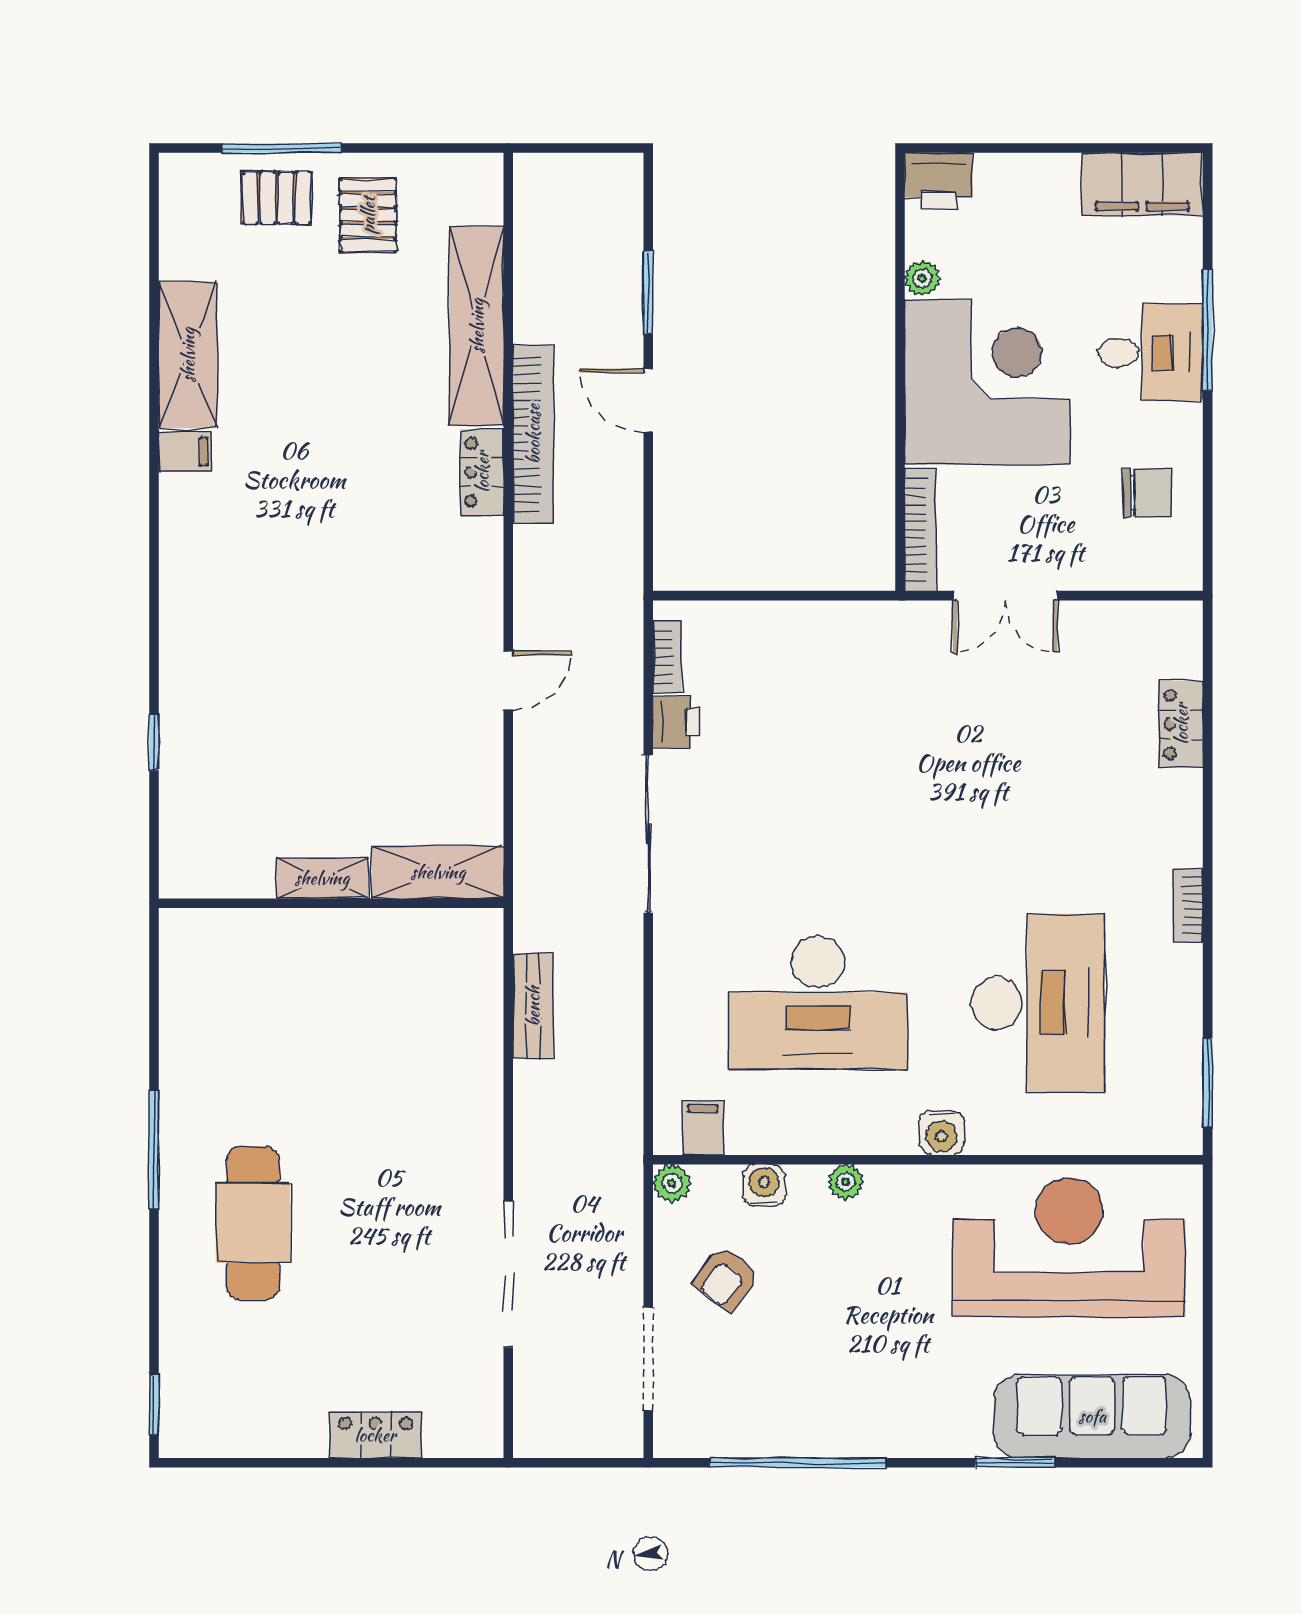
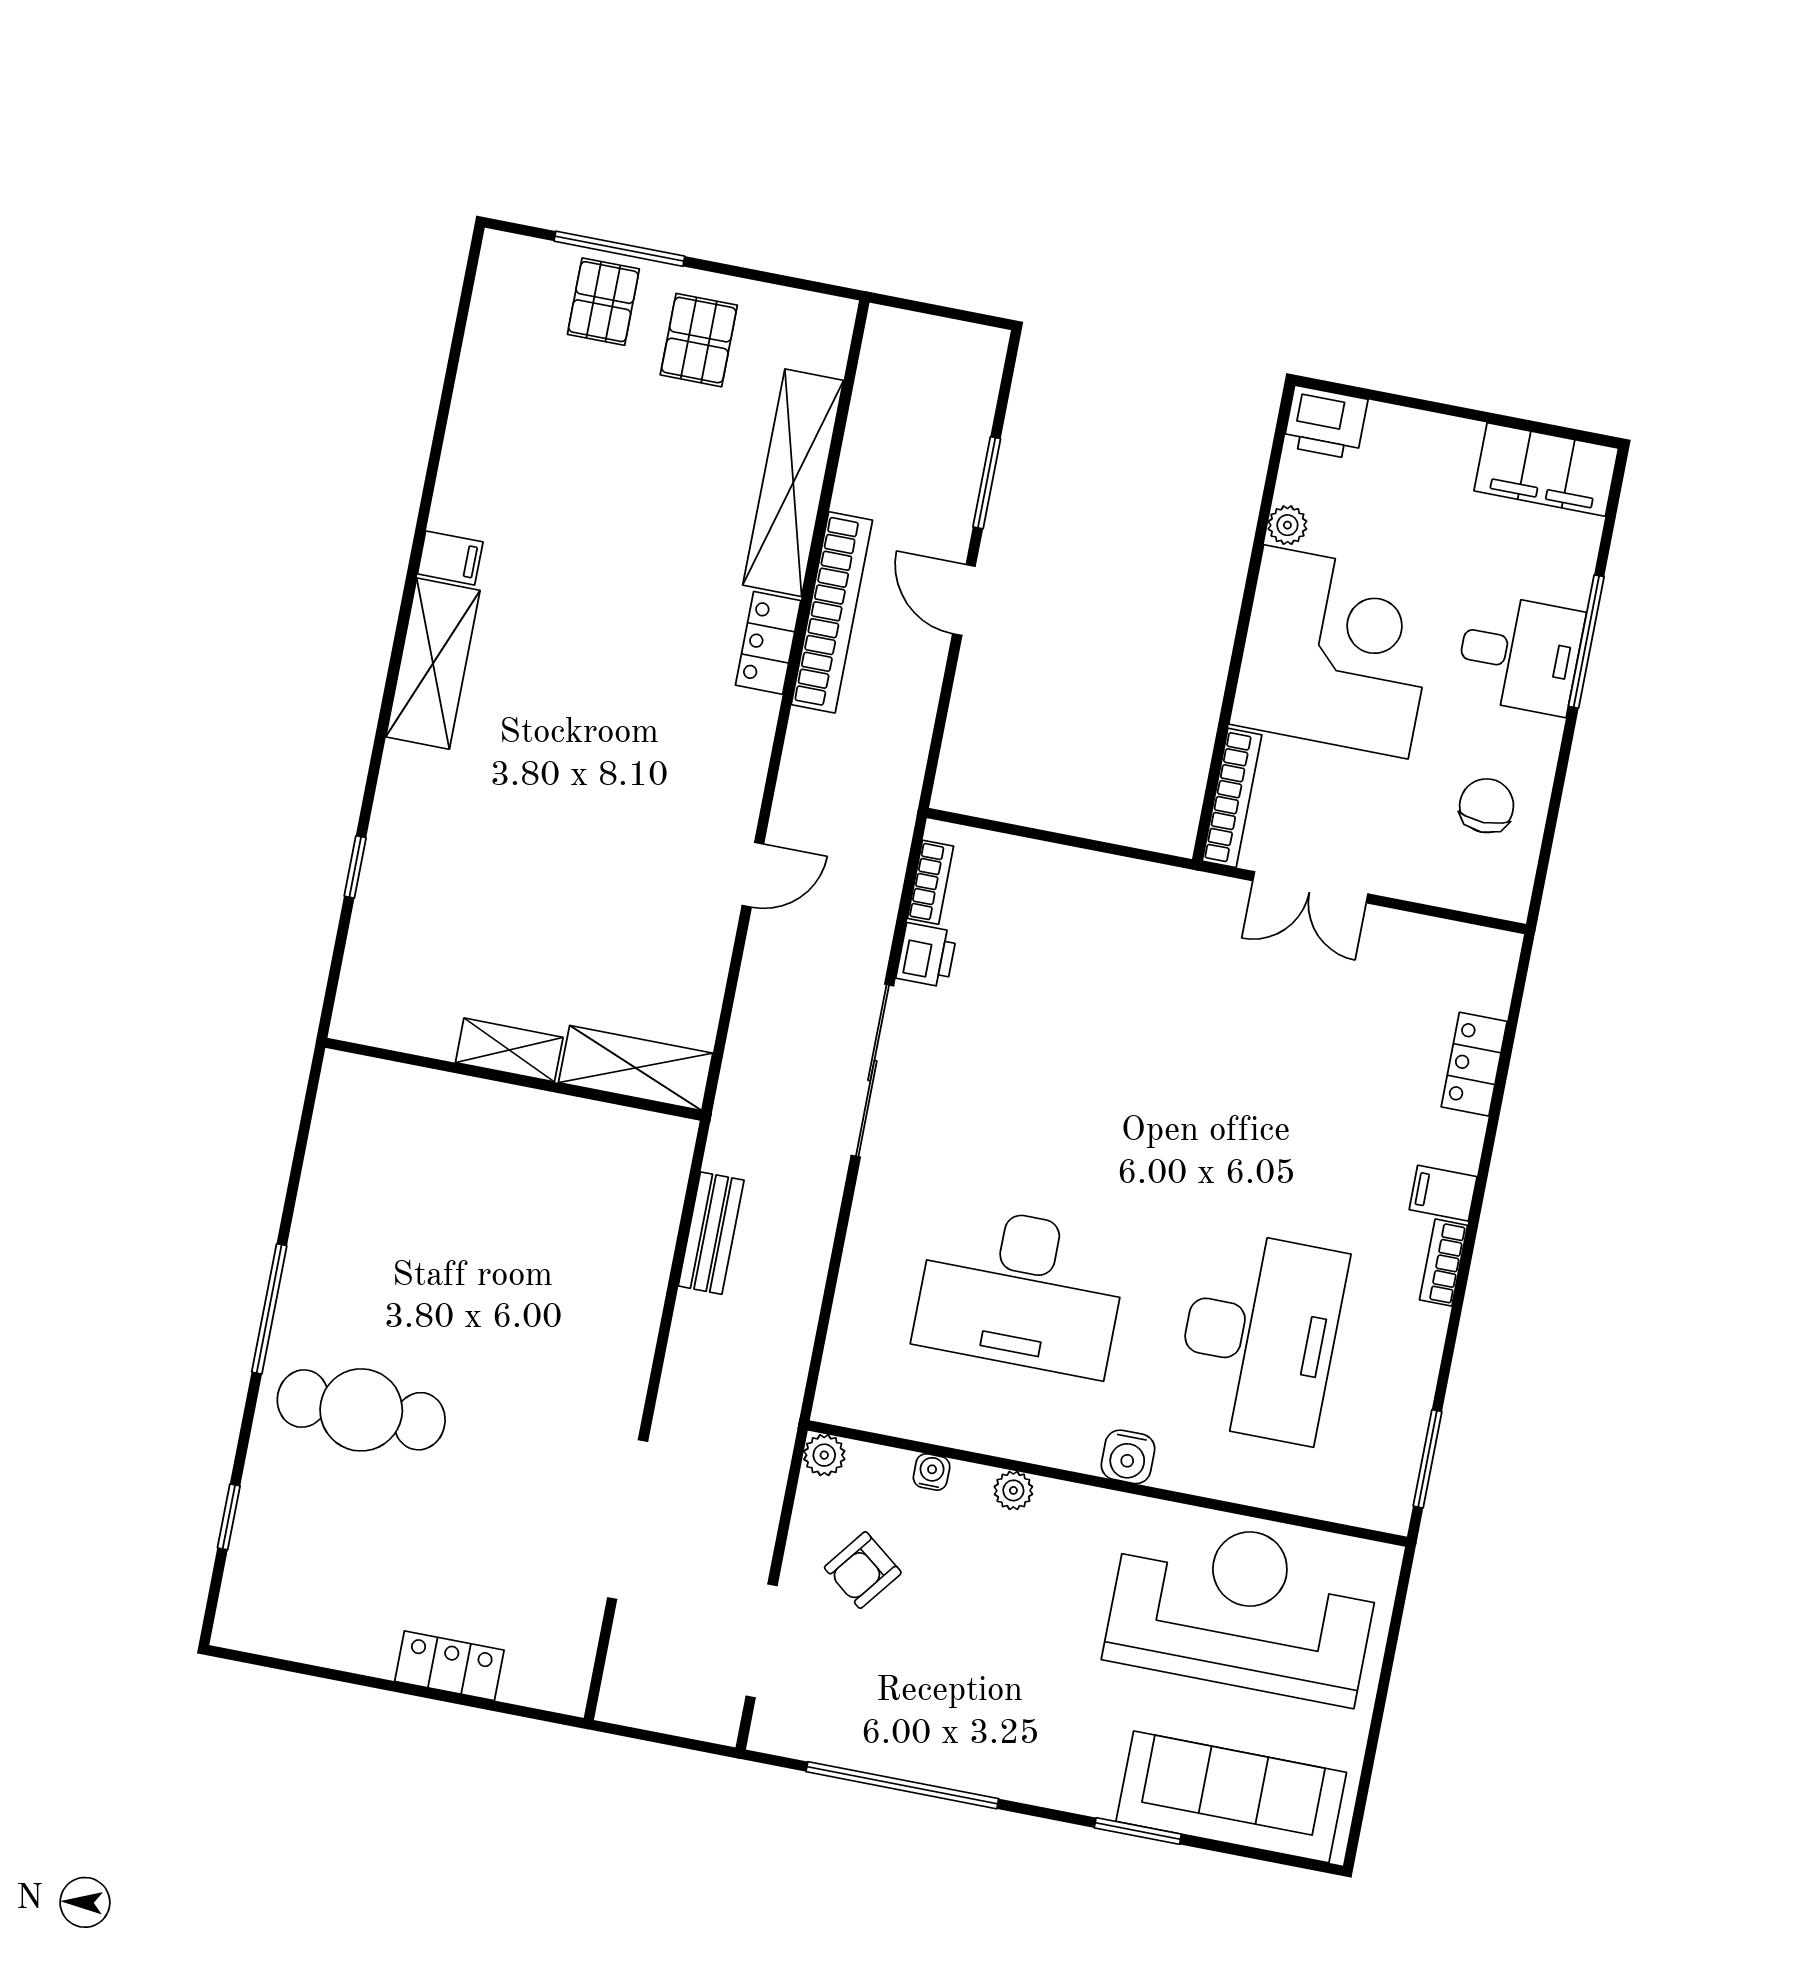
pallet: (277, 198) -> (603, 302), turned 90
shelving: (188, 355) -> (433, 664), moved
chair: (1147, 493) -> (1487, 806), turned -90
filing cabinet: (703, 1128) -> (1443, 1193), moved, turned -90
water cooler: (764, 1186) -> (932, 1472), width x0.72, depth x0.72
cafe table: (253, 1223) -> (361, 1410), turned 90
window: (154, 1405) -> (229, 1517), moved

